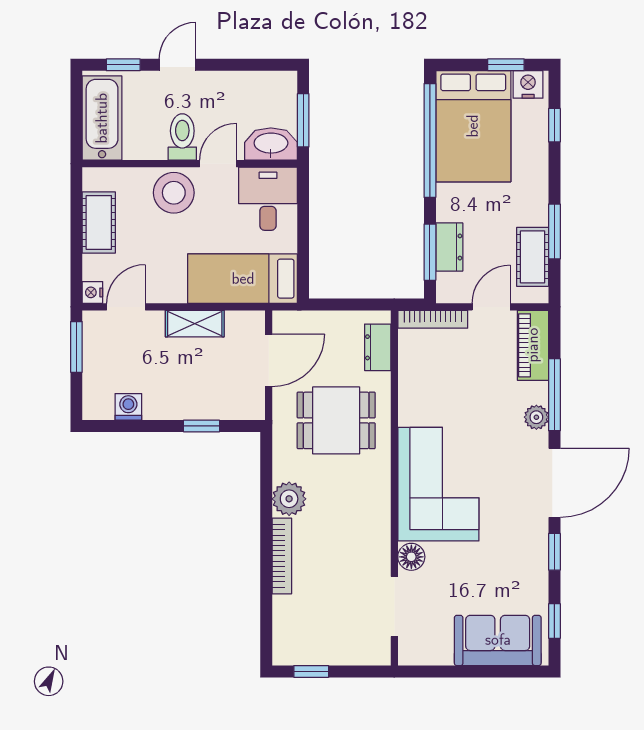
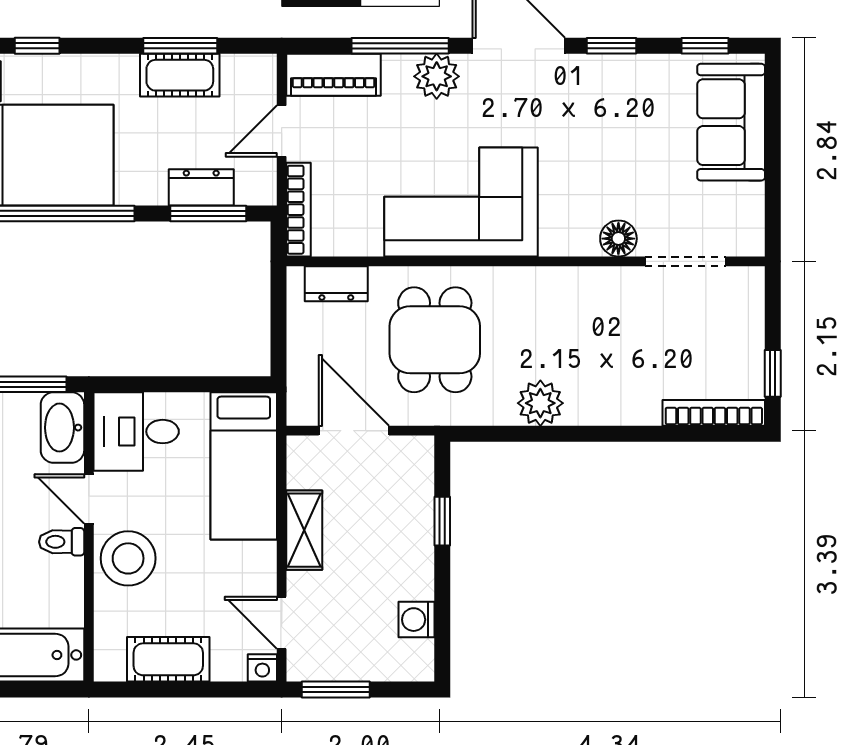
toilet: (182, 137) -> (62, 542), width x0.73, depth x0.72
cot: (533, 257) -> (180, 75), moved
door: (491, 307) -> (282, 131), hinge flipped
plant: (536, 417) -> (437, 76), width x1.38, depth x1.38
corner sofa: (438, 484) -> (461, 202), moved
bookcase: (282, 556) -> (714, 413), moved

